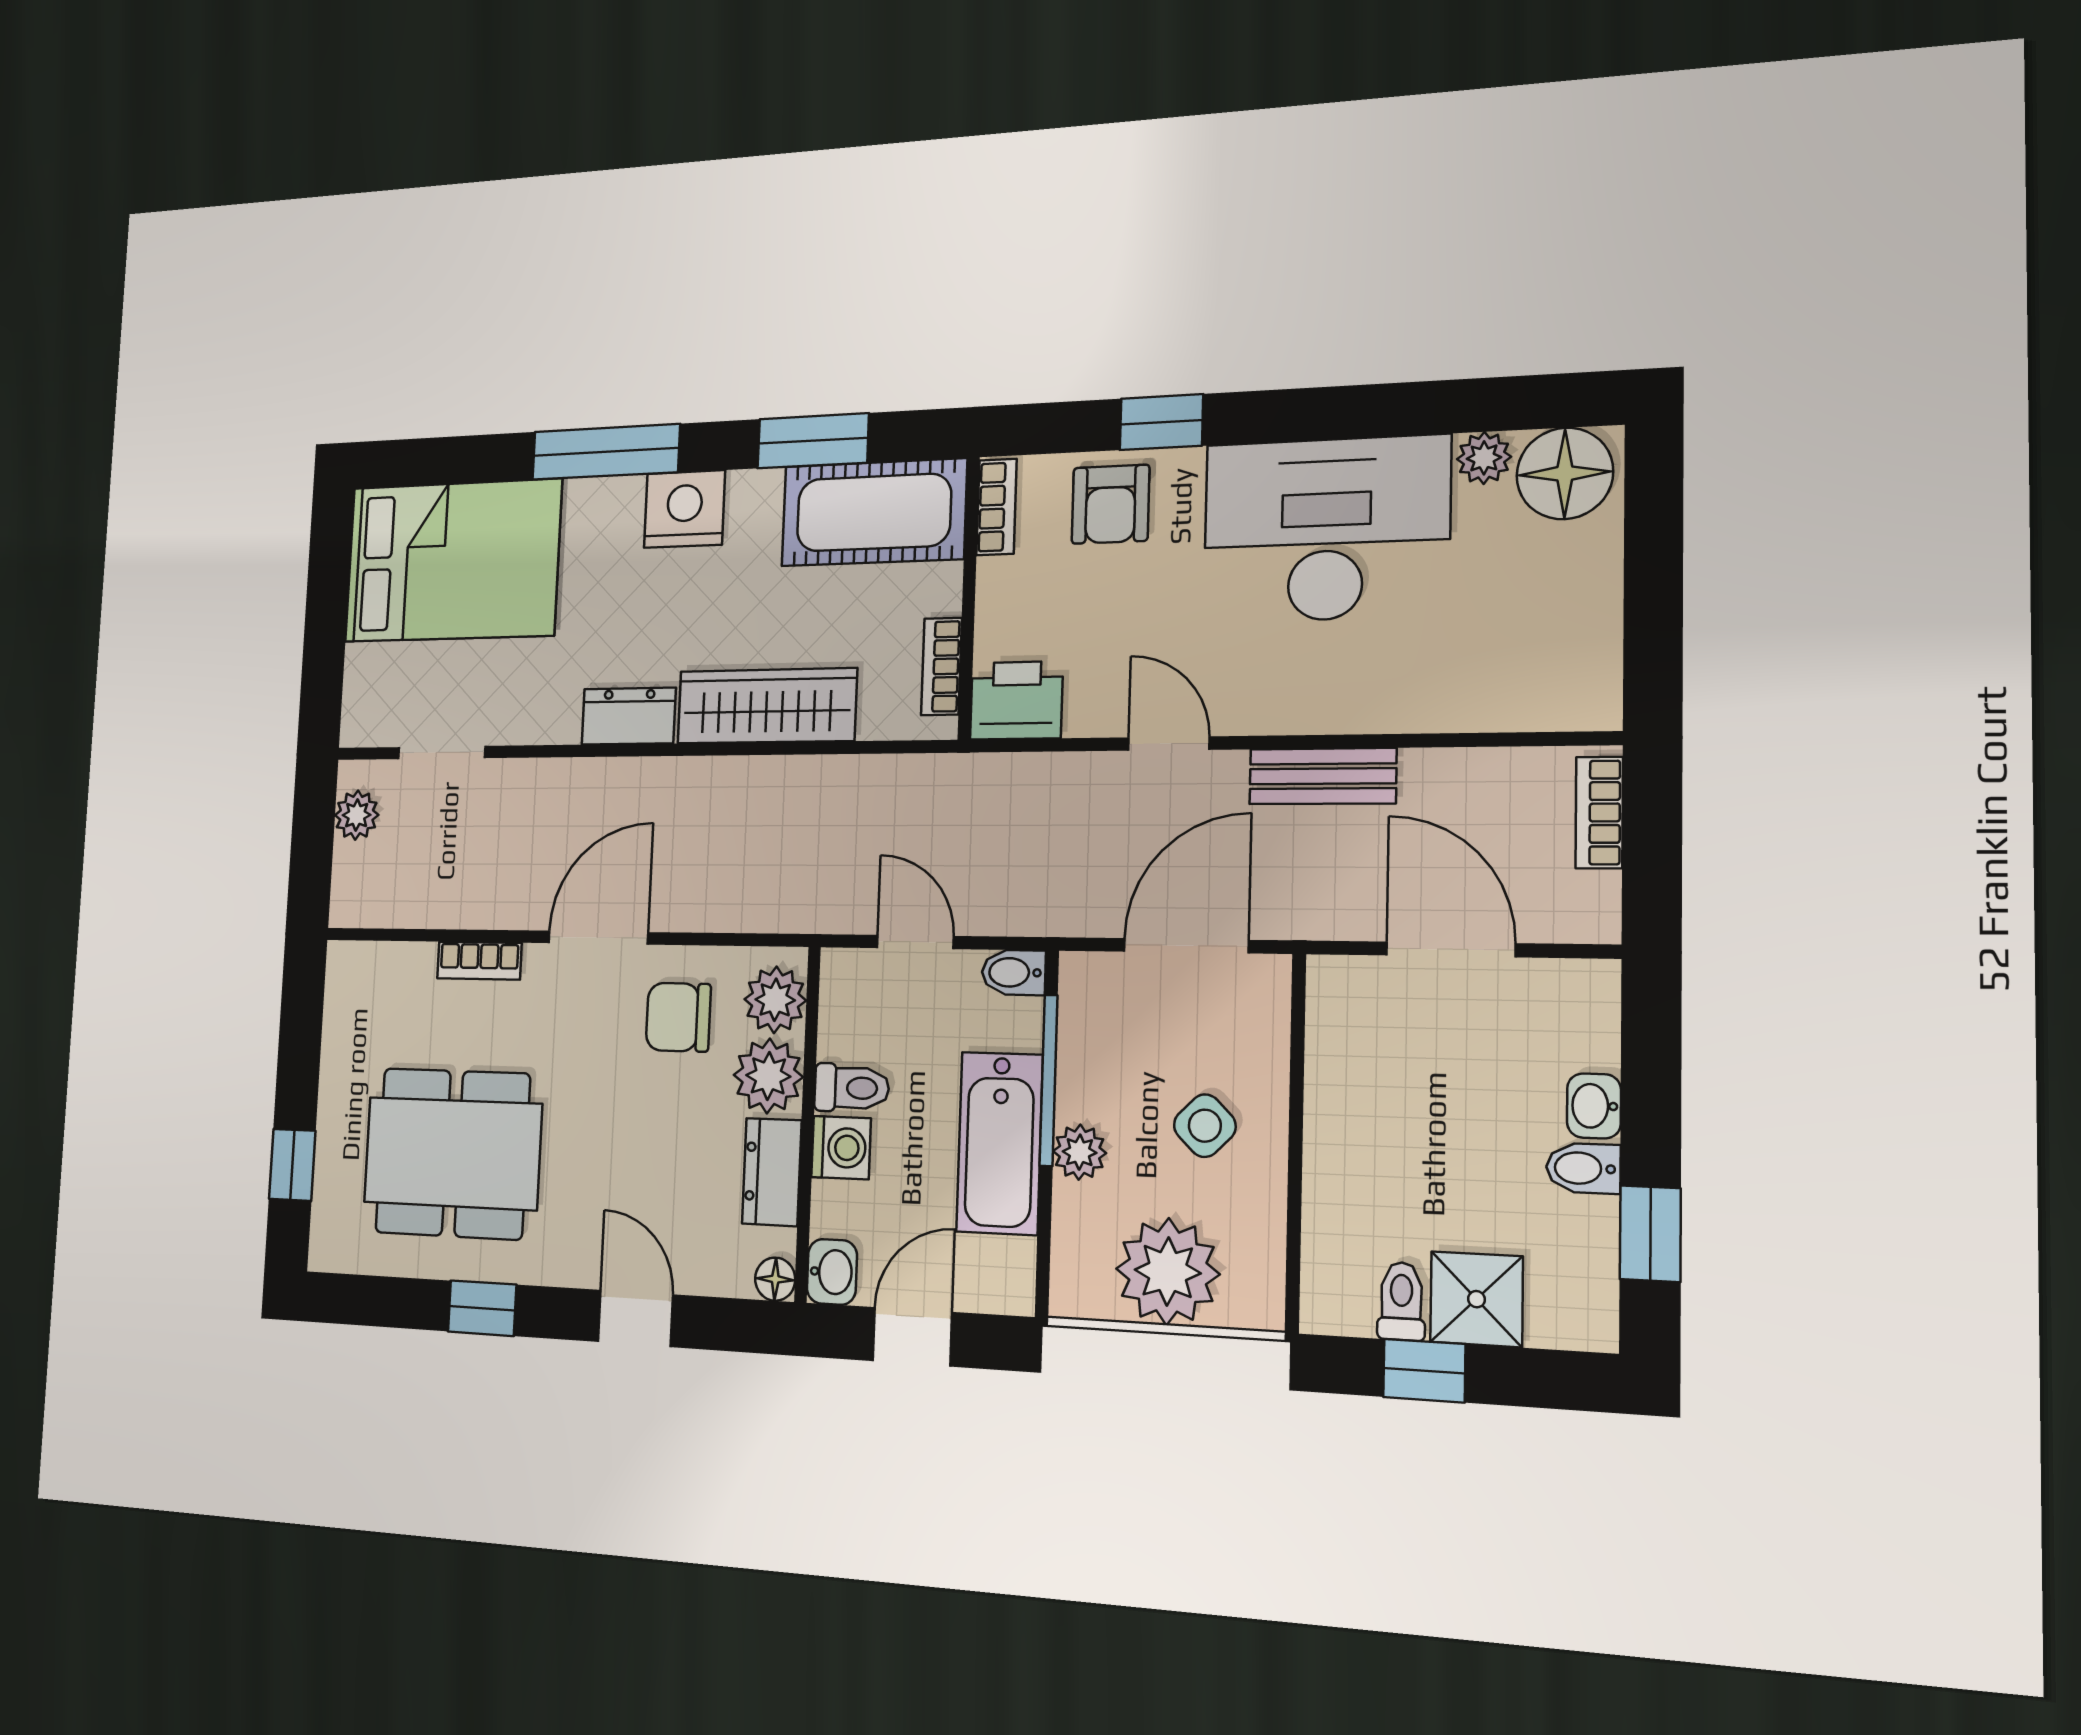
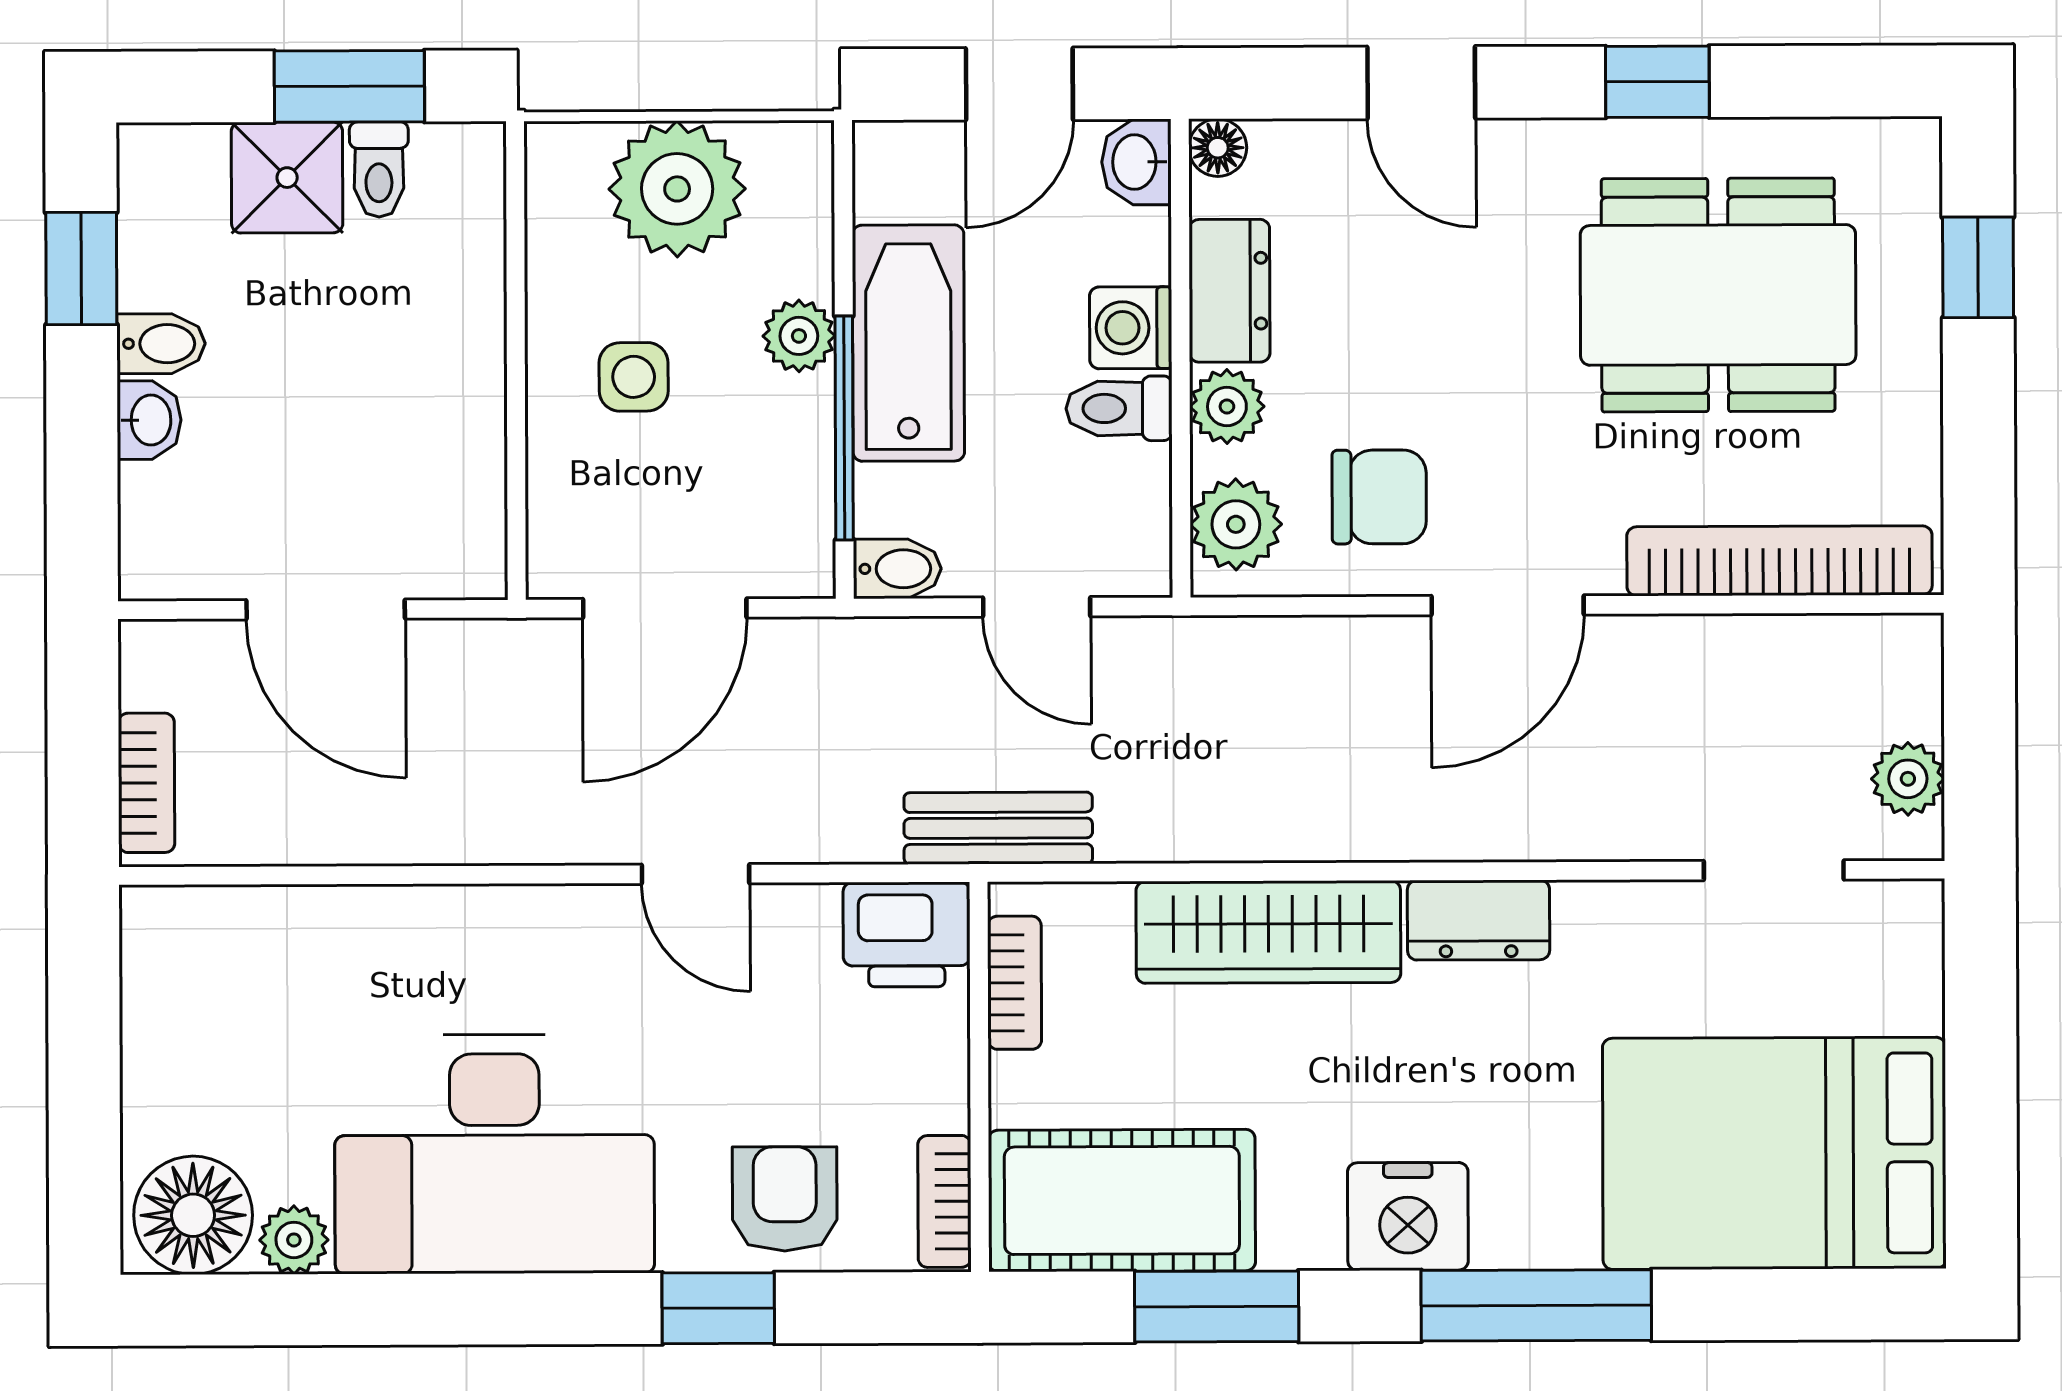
bench: (1323, 776) -> (998, 828), moved
bookcase: (479, 961) -> (1779, 561), width x2.31, depth x1.31
plant: (768, 1076) -> (1227, 407), width x0.73, depth x0.73
side table: (1205, 1126) -> (634, 377), turned 45
window: (1424, 1371) -> (349, 86), width x1.50

